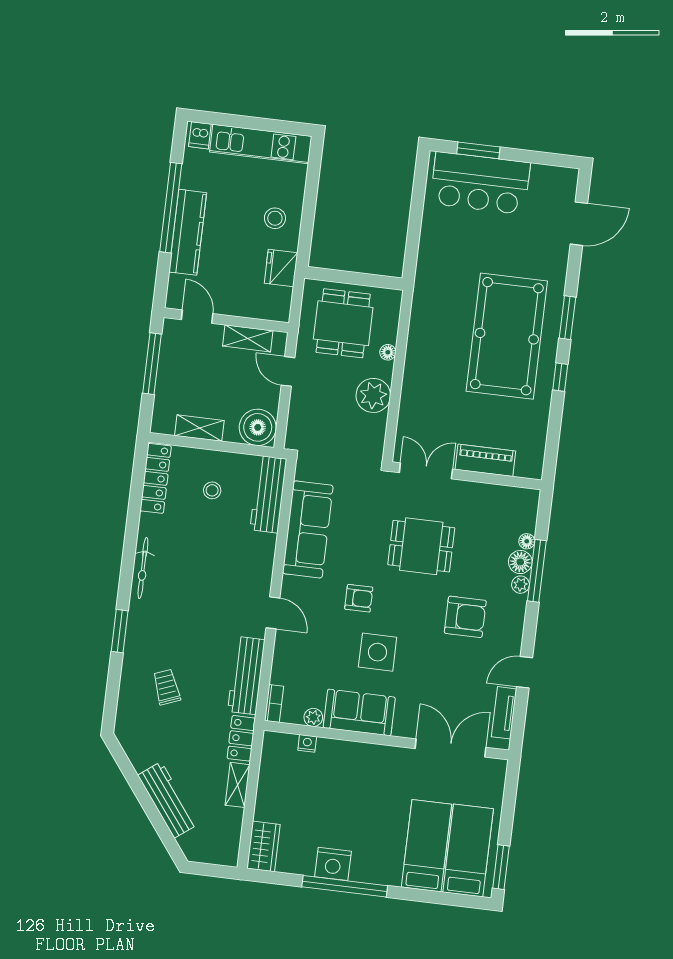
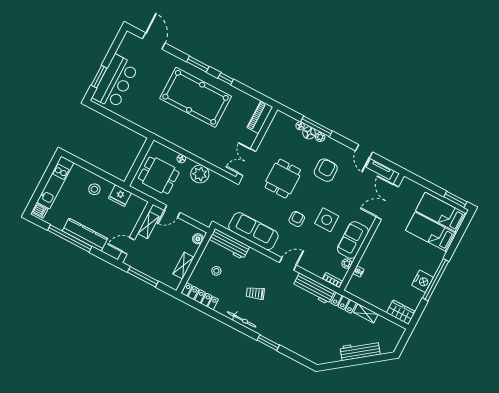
boiler: (258, 427) -> (198, 239), width x0.54, depth x0.54
piano: (485, 460) -> (260, 117), moved
trolley: (167, 687) -> (255, 293), moved

